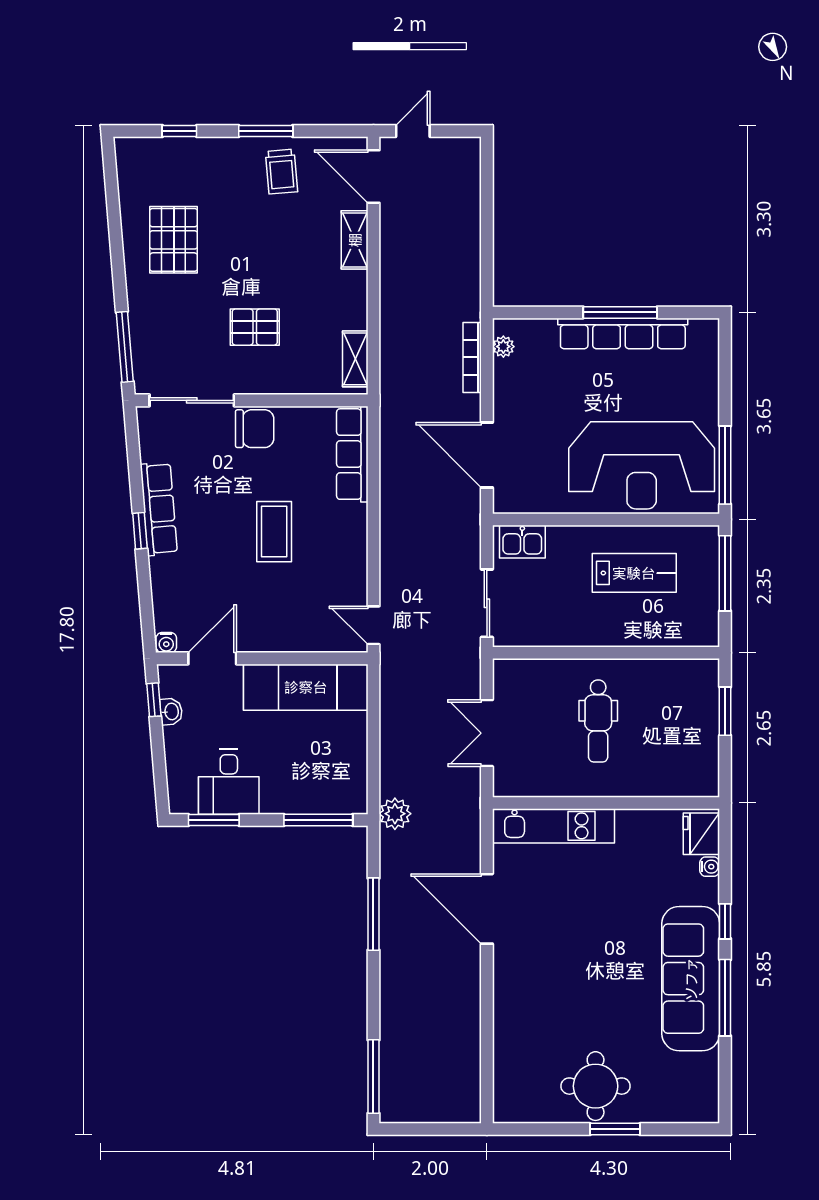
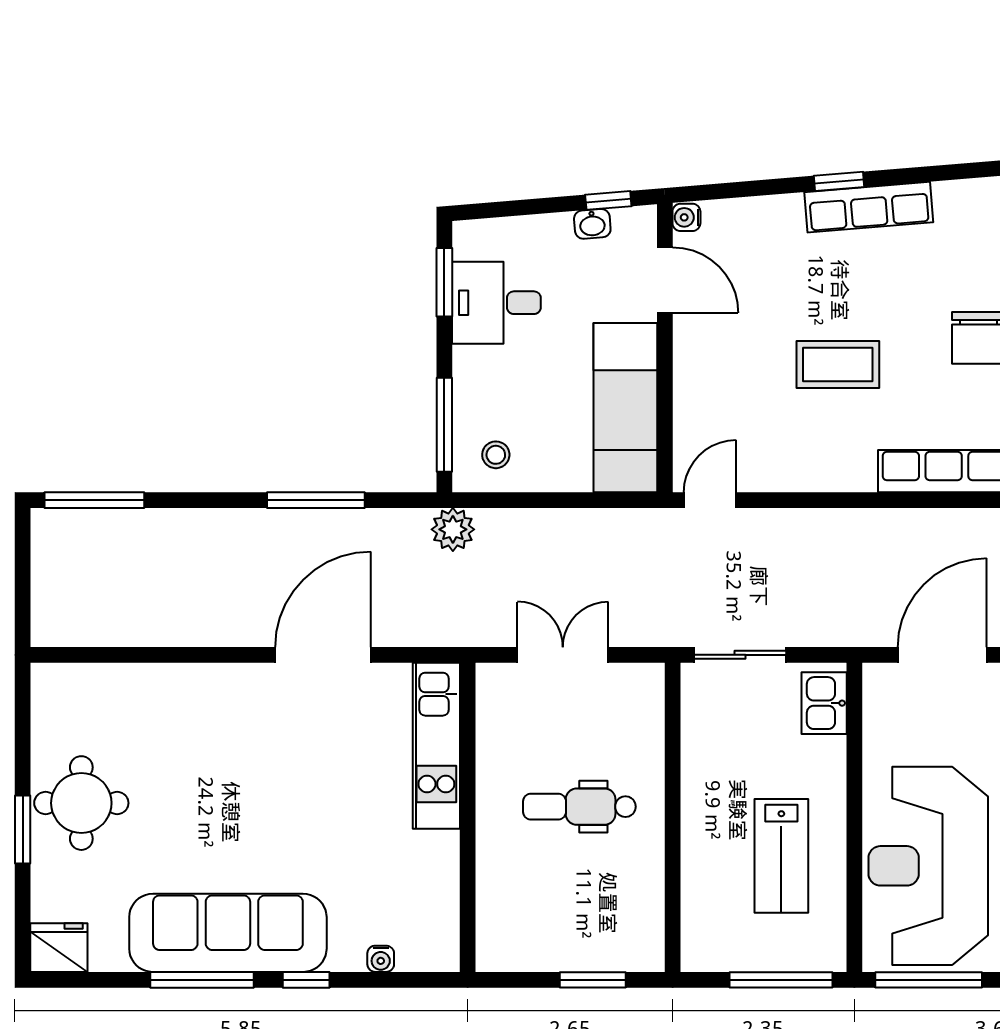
stool: (340, 782) -> (496, 455), added
fridge: (701, 834) -> (59, 948), moved

